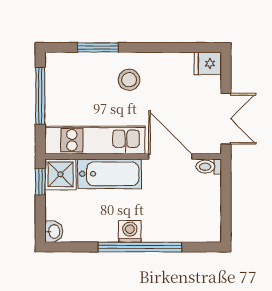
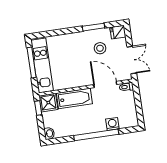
window: (98, 47) -> (94, 27), moved
stool: (129, 80) -> (100, 48), moved
kitchen unit: (95, 140) -> (42, 65), moved, turned 90
washing machine: (130, 231) -> (112, 124), moved

